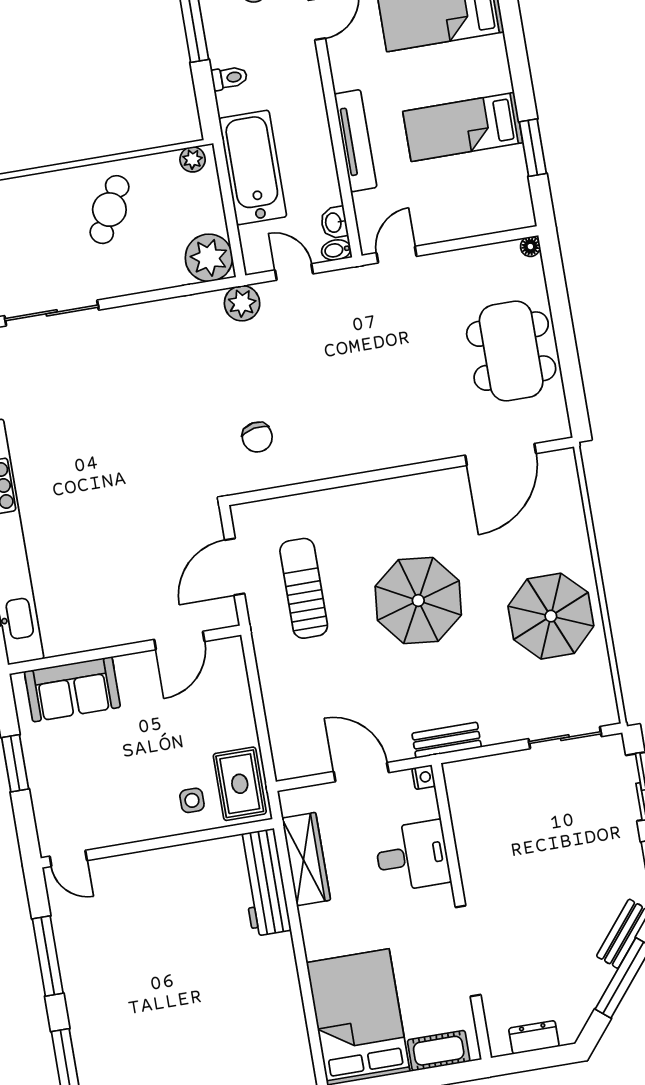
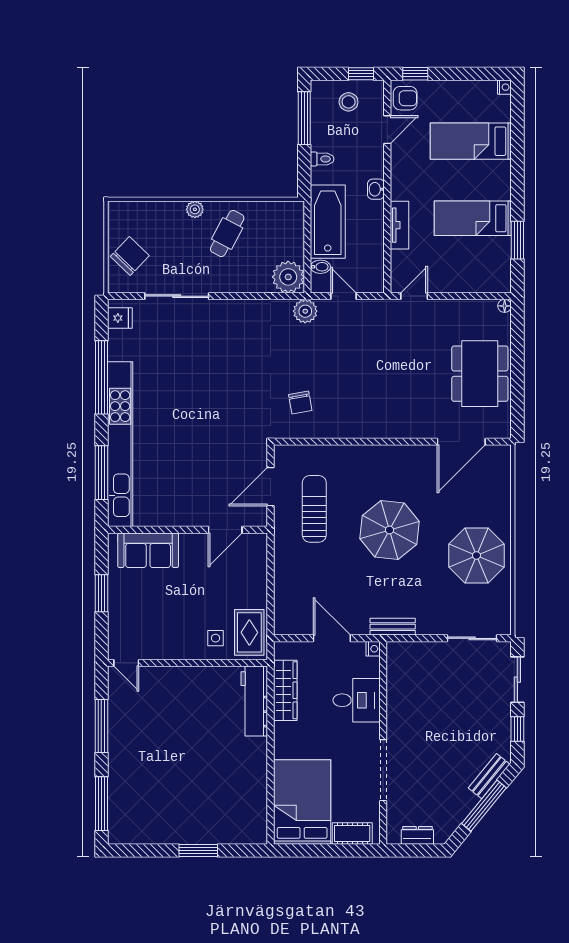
tv unit: (355, 141) -> (399, 225), width x0.71
plant: (193, 159) -> (195, 209), moved
washbasin: (334, 223) -> (376, 189), moved
bidet: (336, 250) -> (320, 267), moved, turned 180

